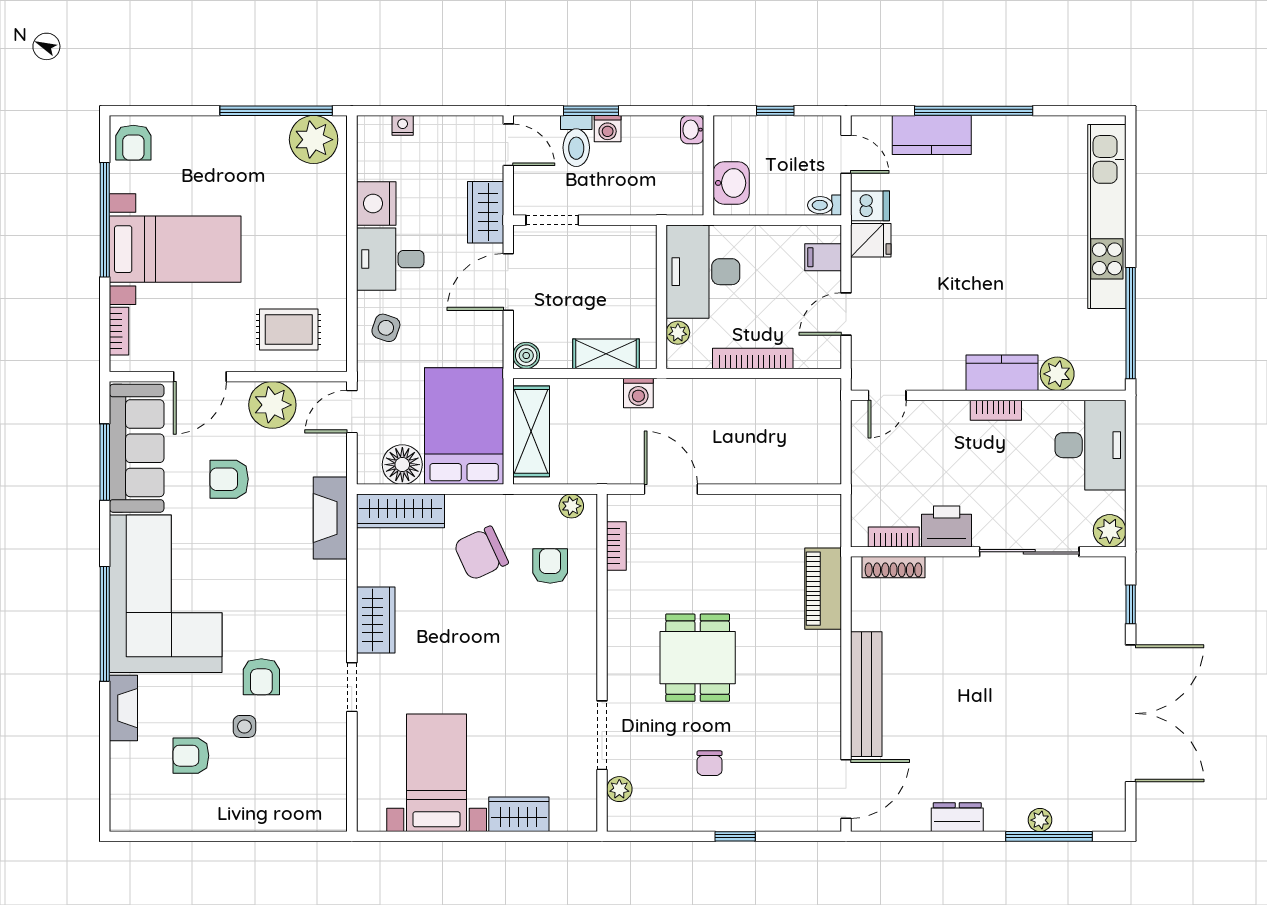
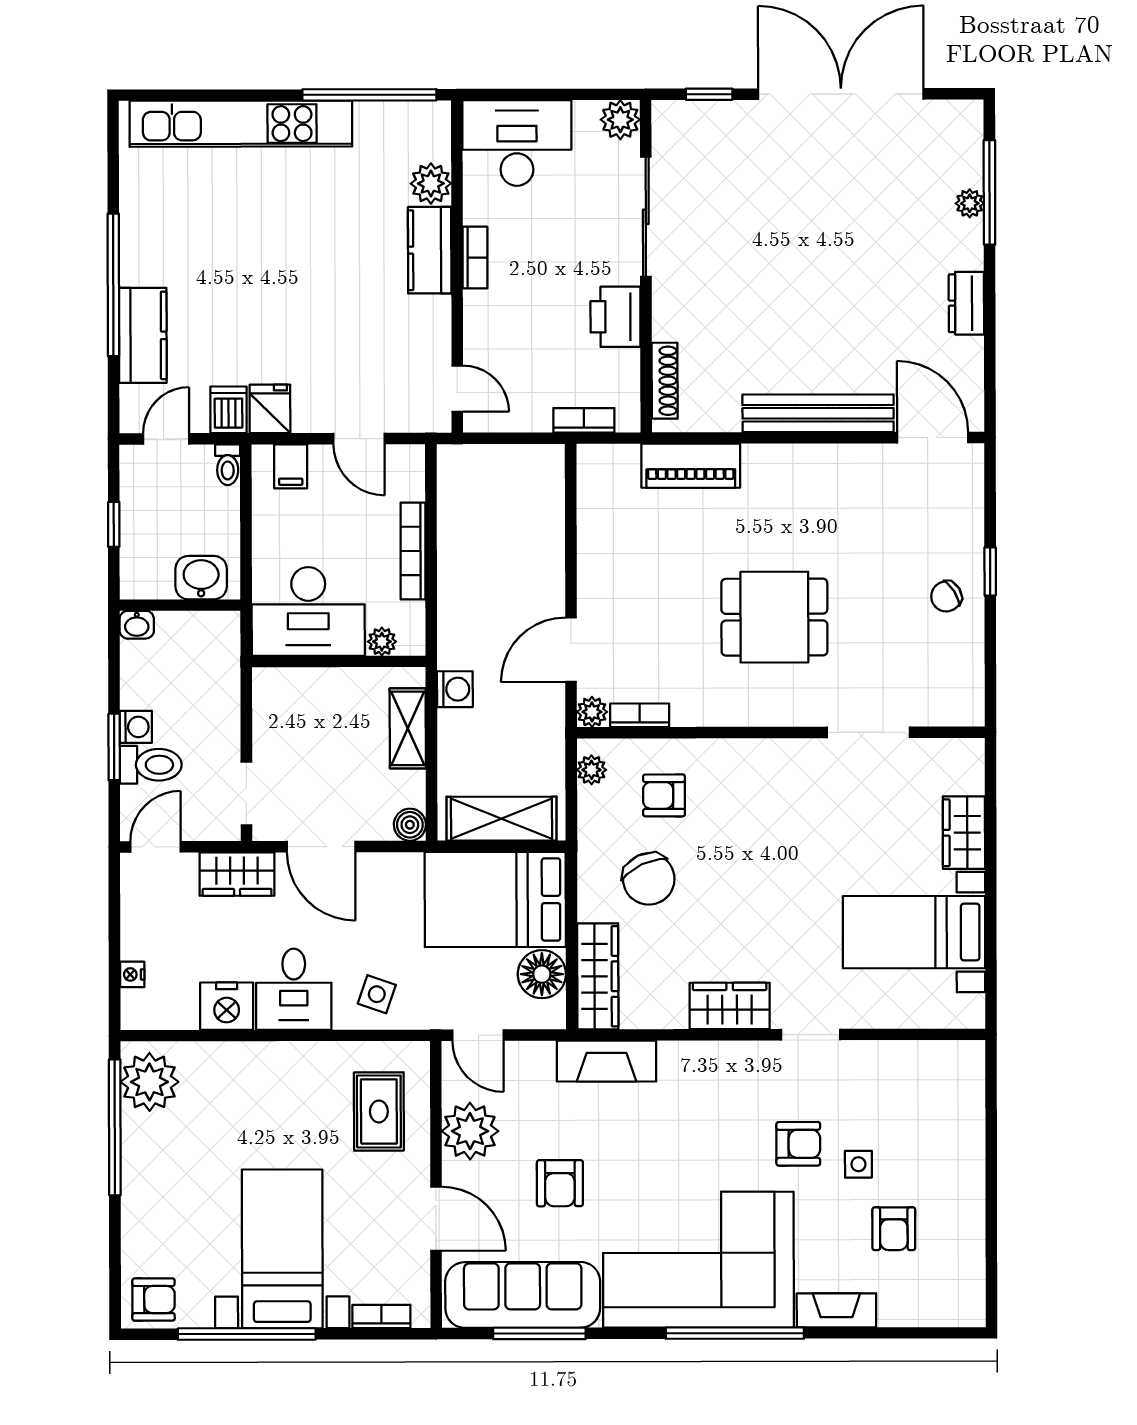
bookcase: (894, 537) -> (584, 420), moved, turned 90
chair: (710, 763) -> (946, 596), moved, turned 148
plant: (619, 789) -> (592, 712), moved

